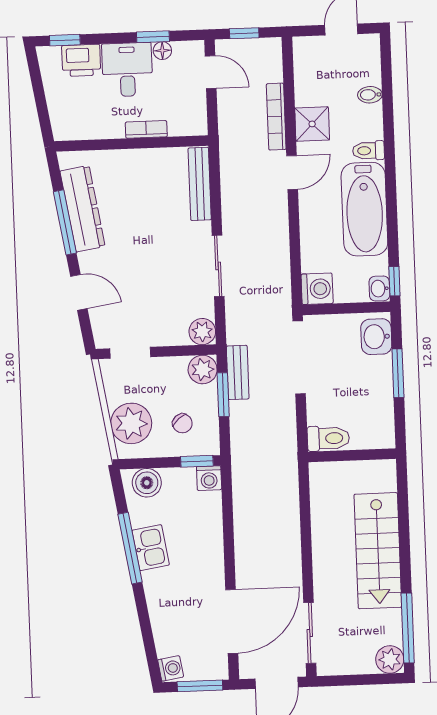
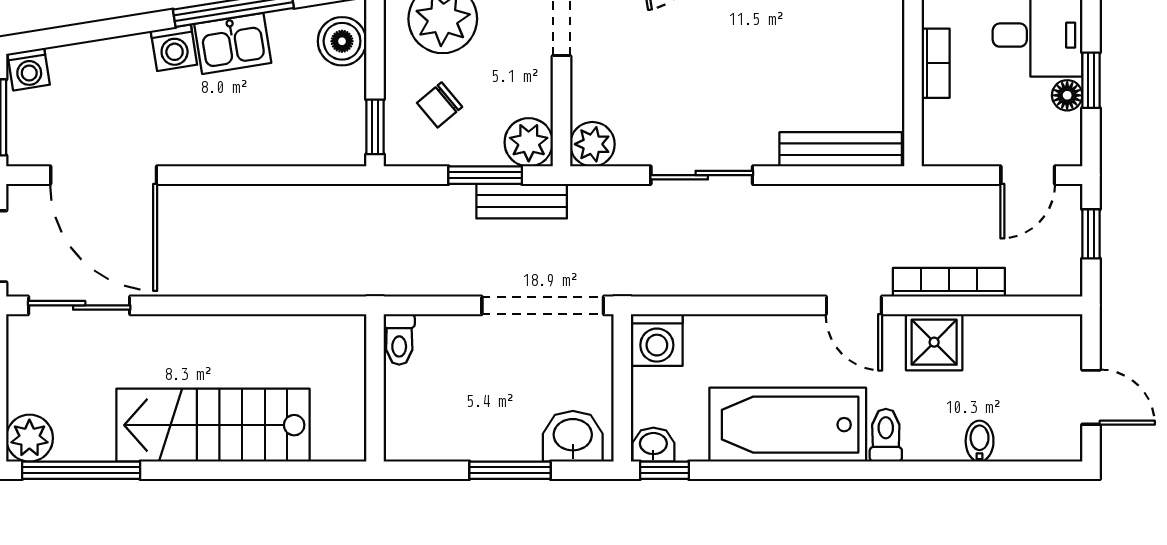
toilet: (328, 438) -> (399, 339), width x0.73, depth x0.72
washing machine: (209, 478) -> (174, 48), moved, turned -99

